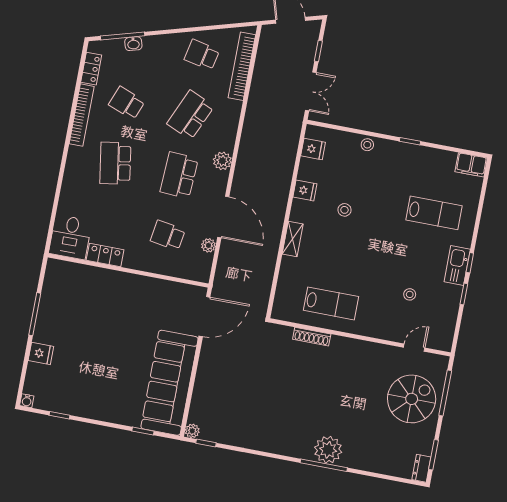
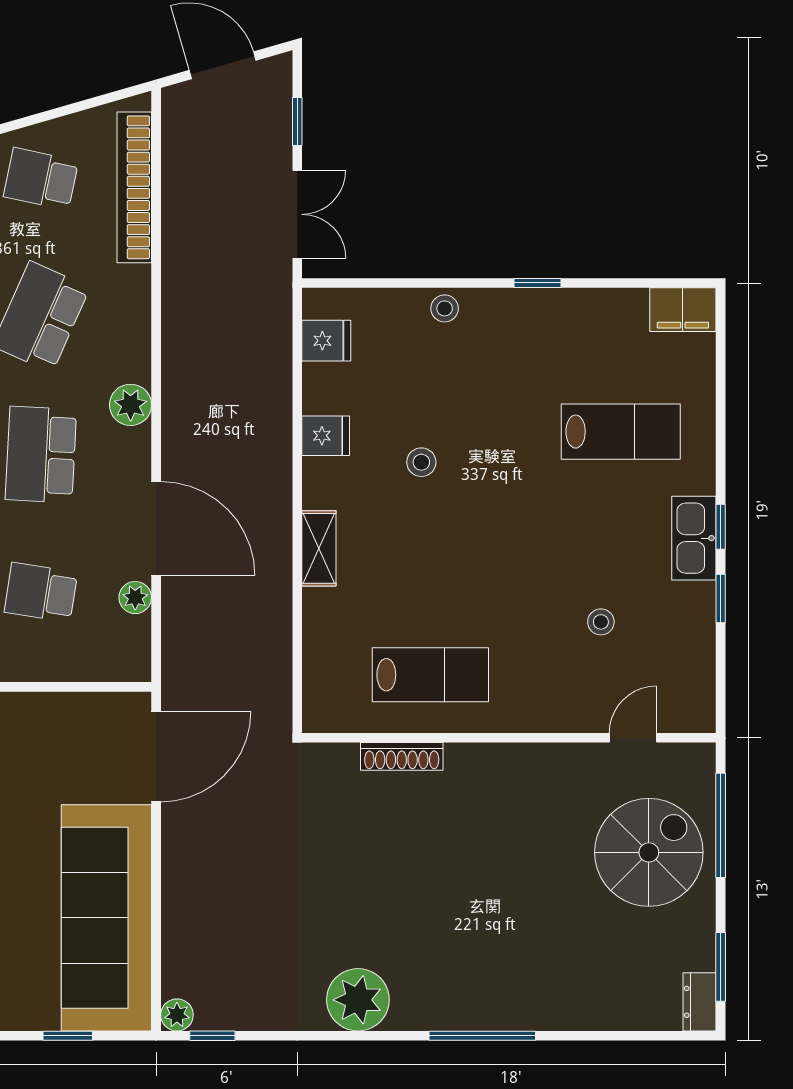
plant: (328, 450) -> (358, 1000), moved

